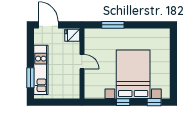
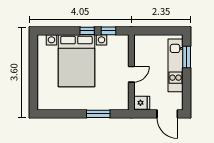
door: (82, 62) -> (131, 74), swing flipped
window: (154, 102) -> (109, 31), moved

